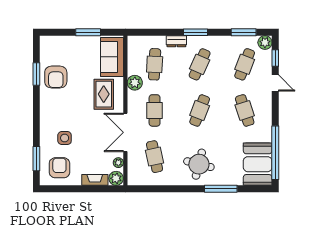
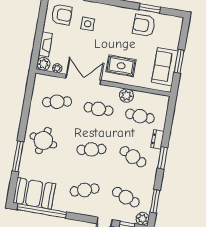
sofa: (112, 57) -> (165, 67), moved, turned -90
cafe table: (200, 110) -> (91, 149), turned -33

